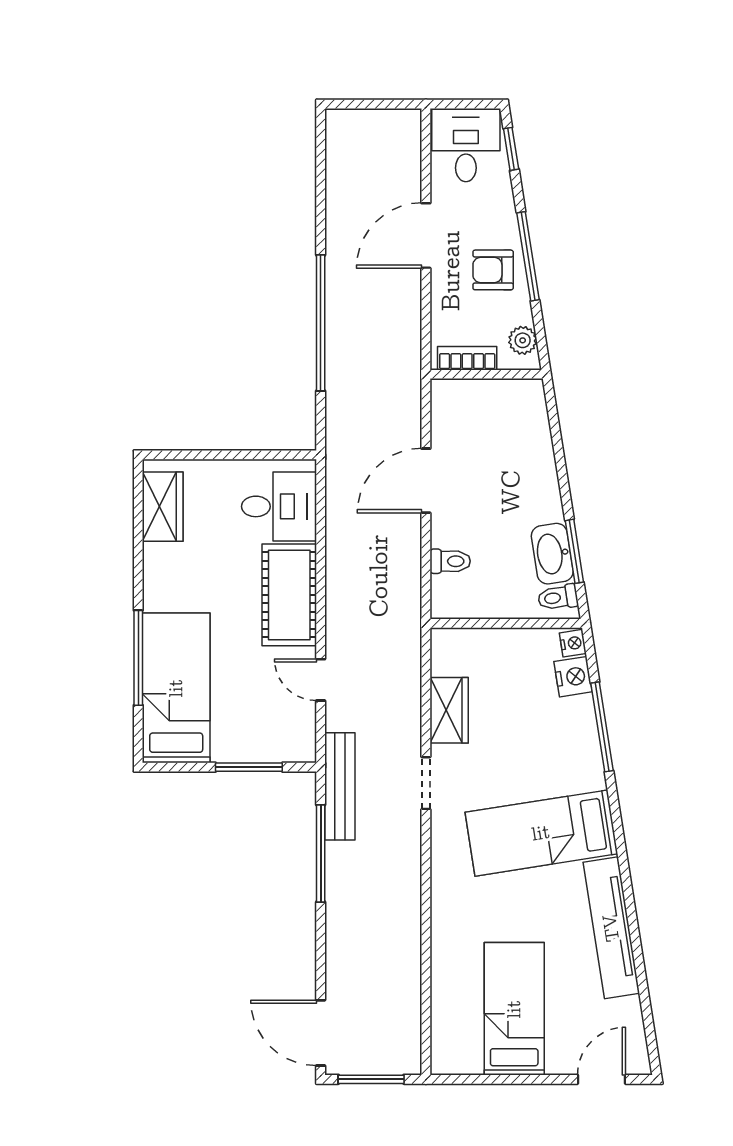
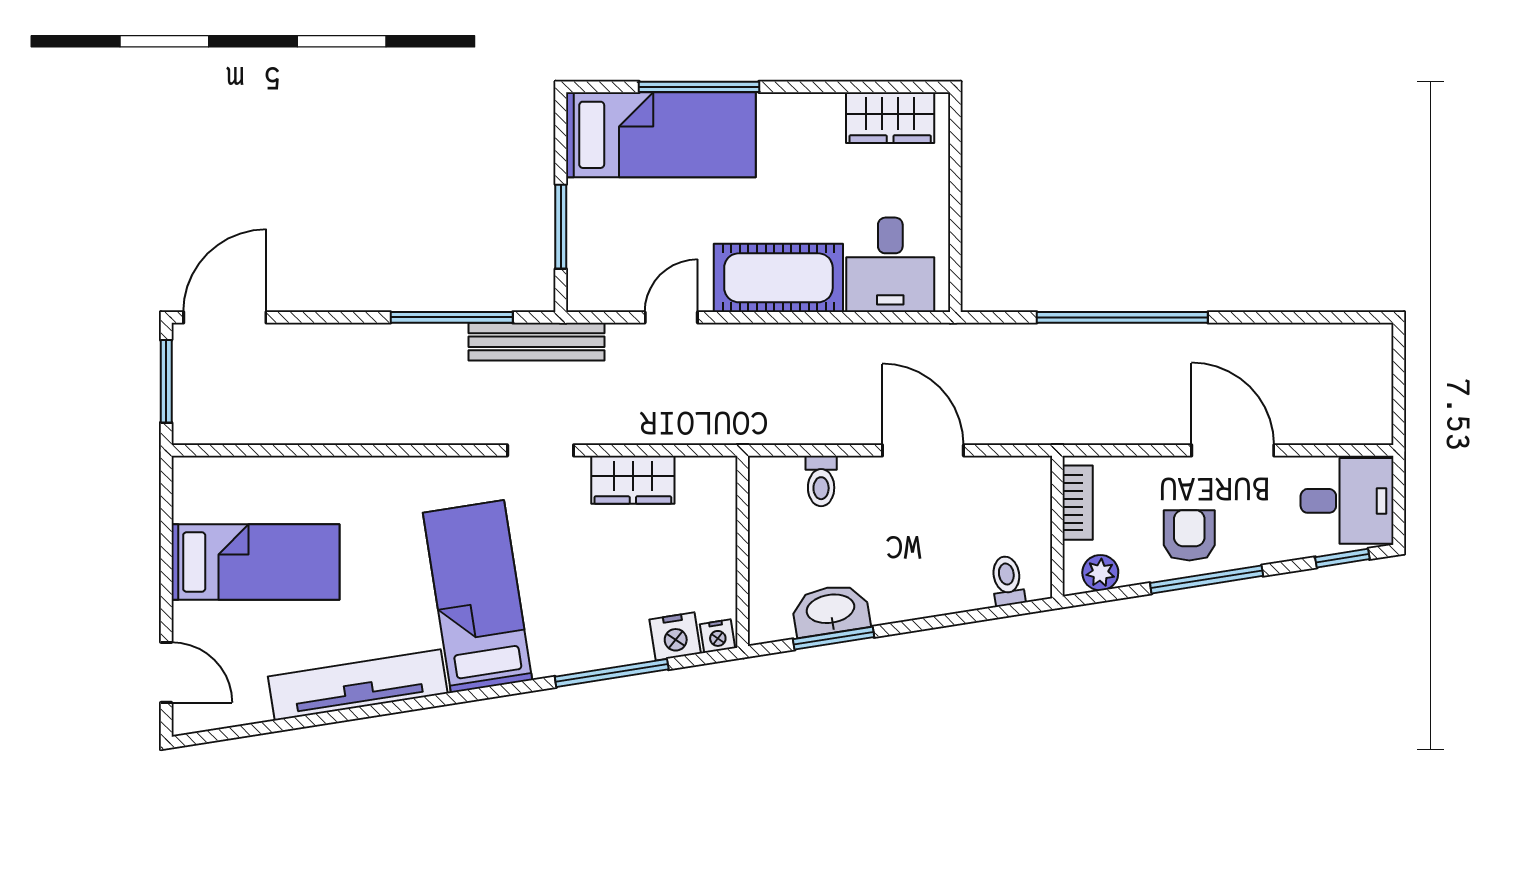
toilet: (558, 597) -> (1007, 581), moved

